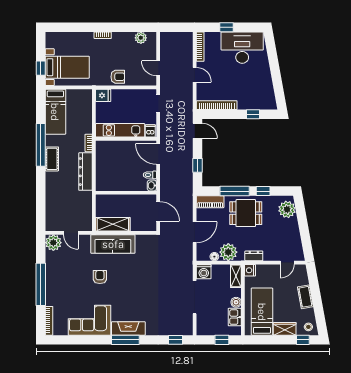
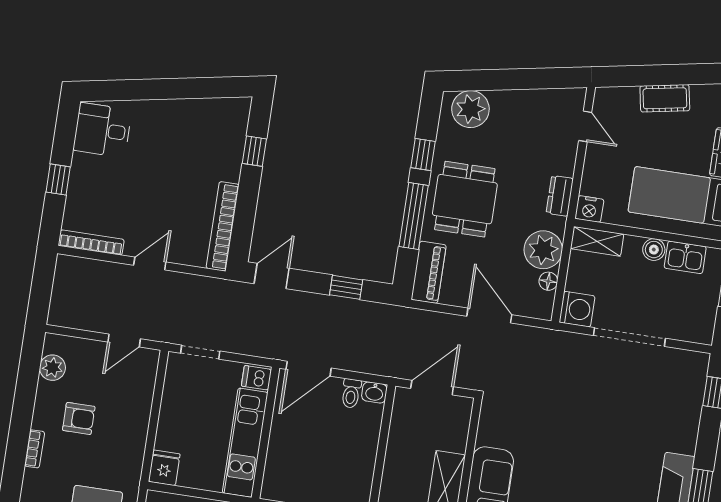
desk: (242, 48) -> (102, 130), width x0.53, depth x0.77
armchair: (118, 77) -> (79, 418), moved, turned 90

